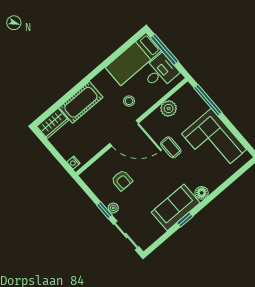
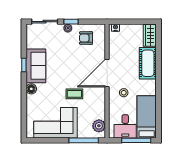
plant: (169, 108) -> (99, 126), moved
armchair: (122, 180) -> (86, 38), moved

